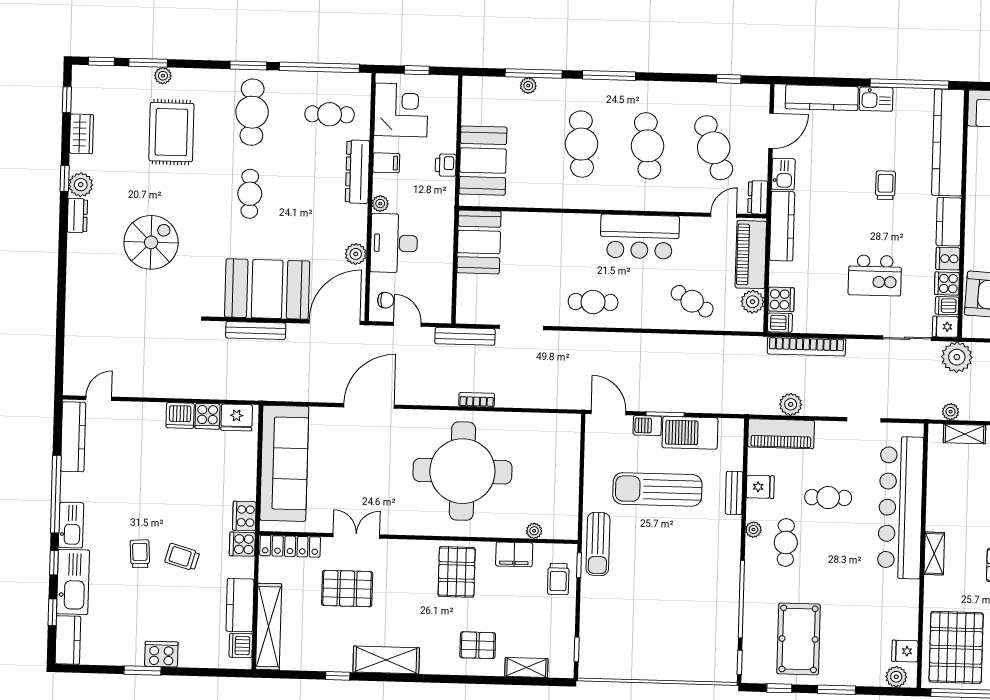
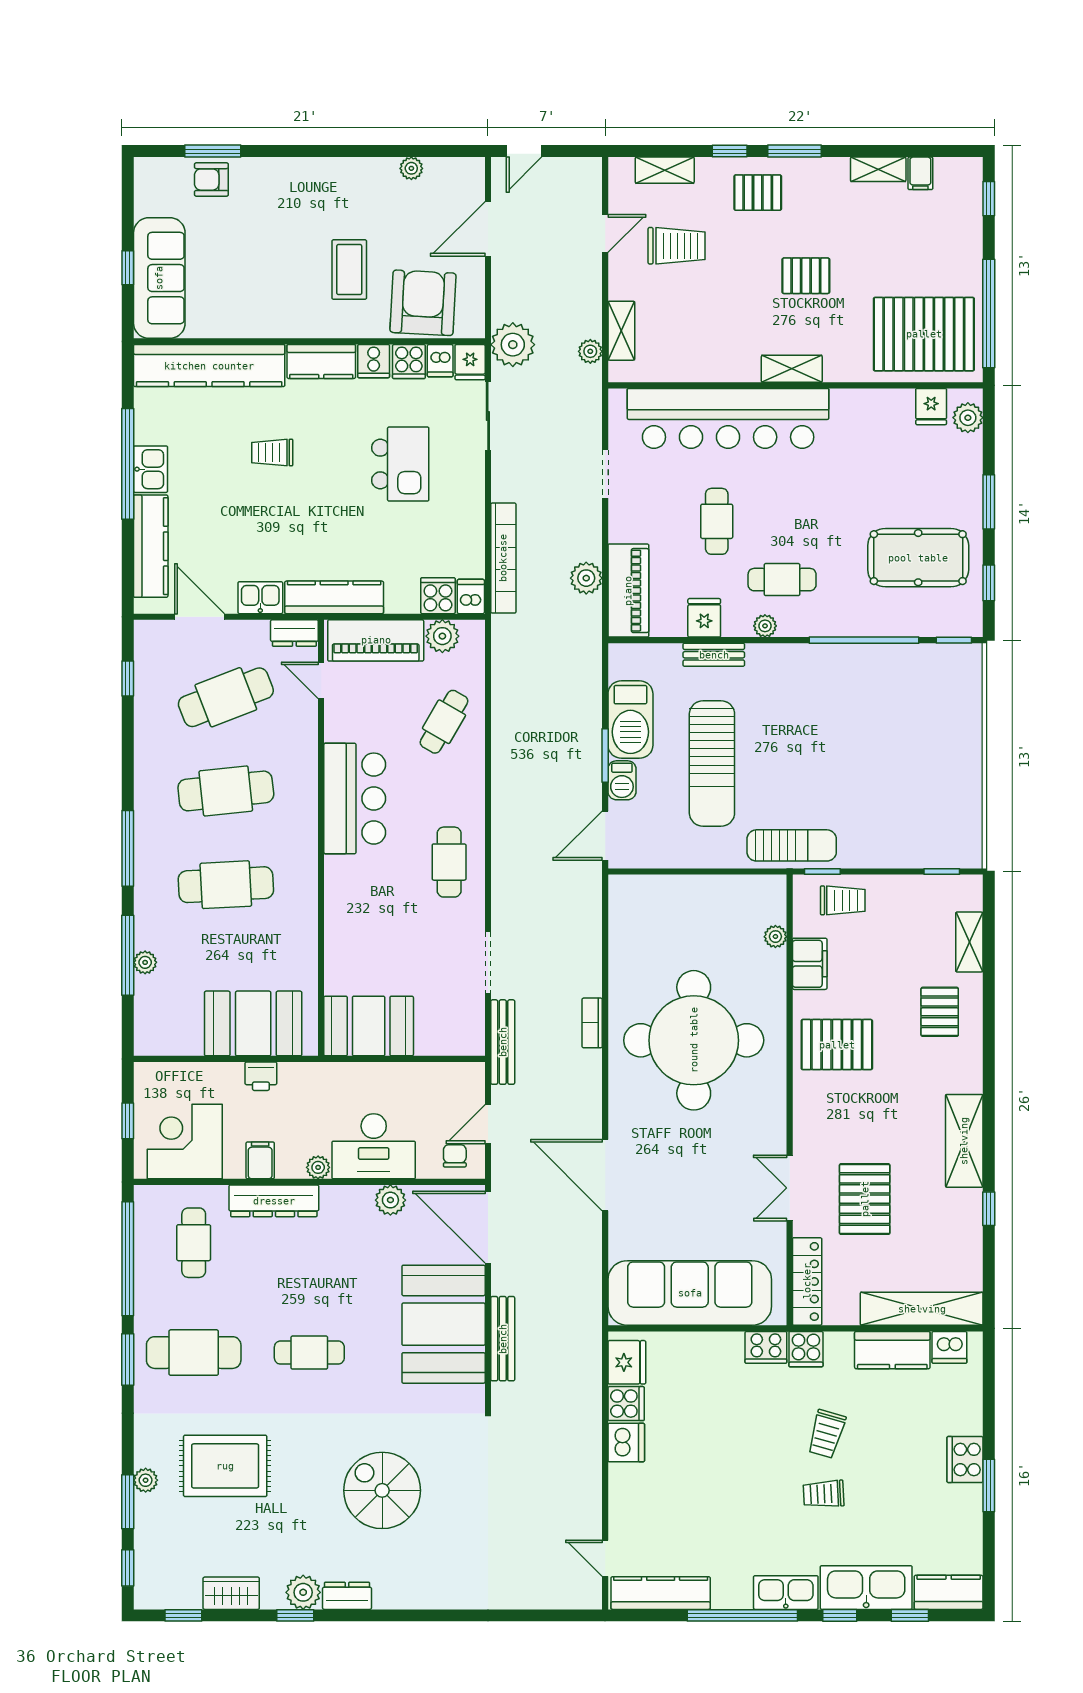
window: (909, 84) -> (128, 464), moved

